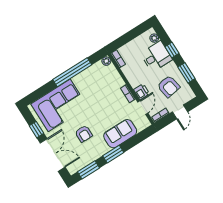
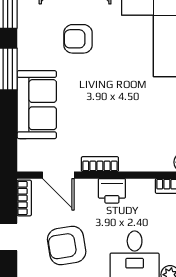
printer: (142, 92) -> (112, 191), moved

